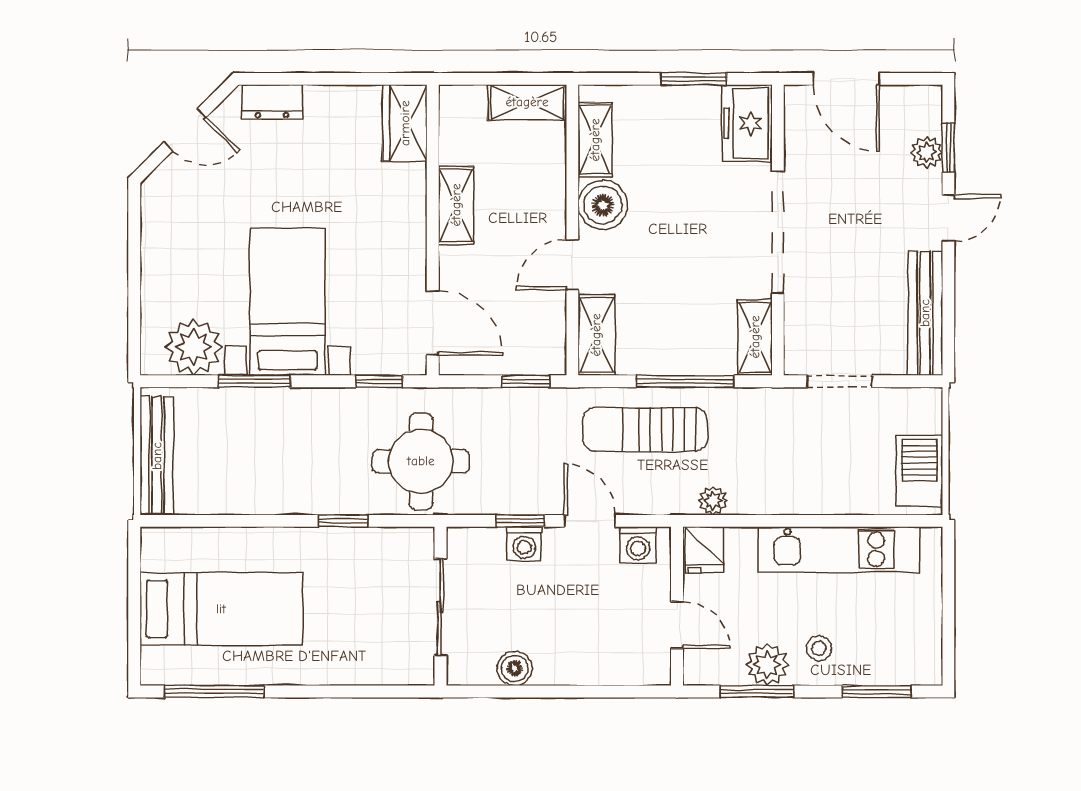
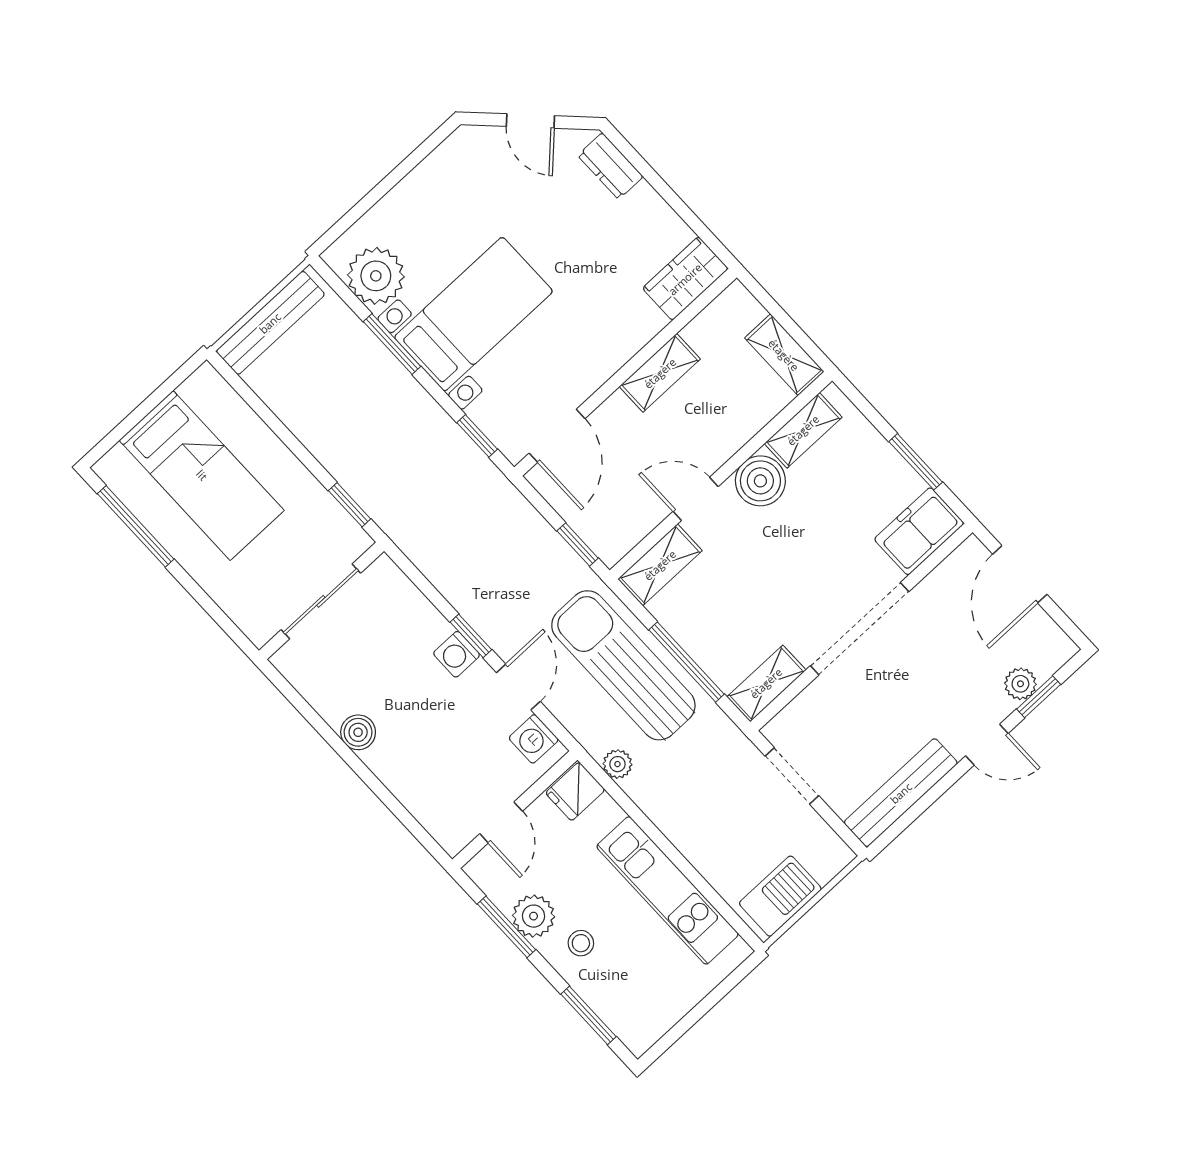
sun lounger: (645, 430) -> (623, 665), width x1.36, depth x1.34
round table: (421, 461) -> (447, 522), removed
wall: (441, 606) -> (322, 601), moved
sliding door: (441, 607) -> (321, 601), moved

